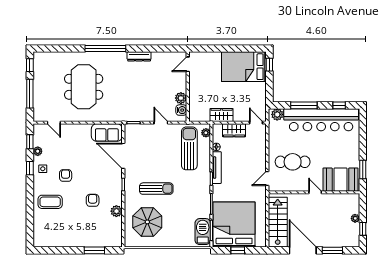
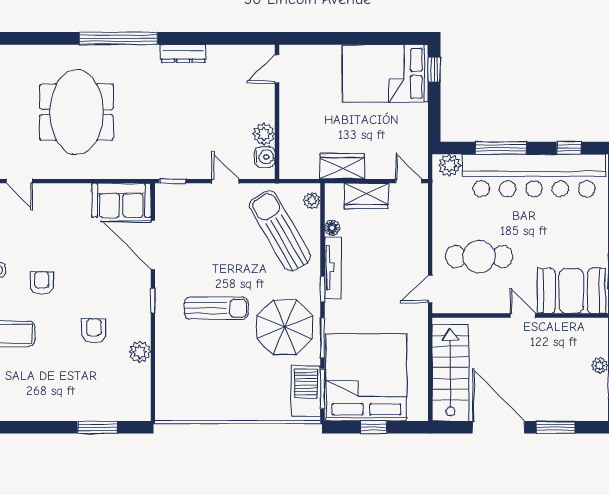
sun lounger: (189, 148) -> (280, 231), turned -30
parasol: (147, 222) -> (285, 327), moved

